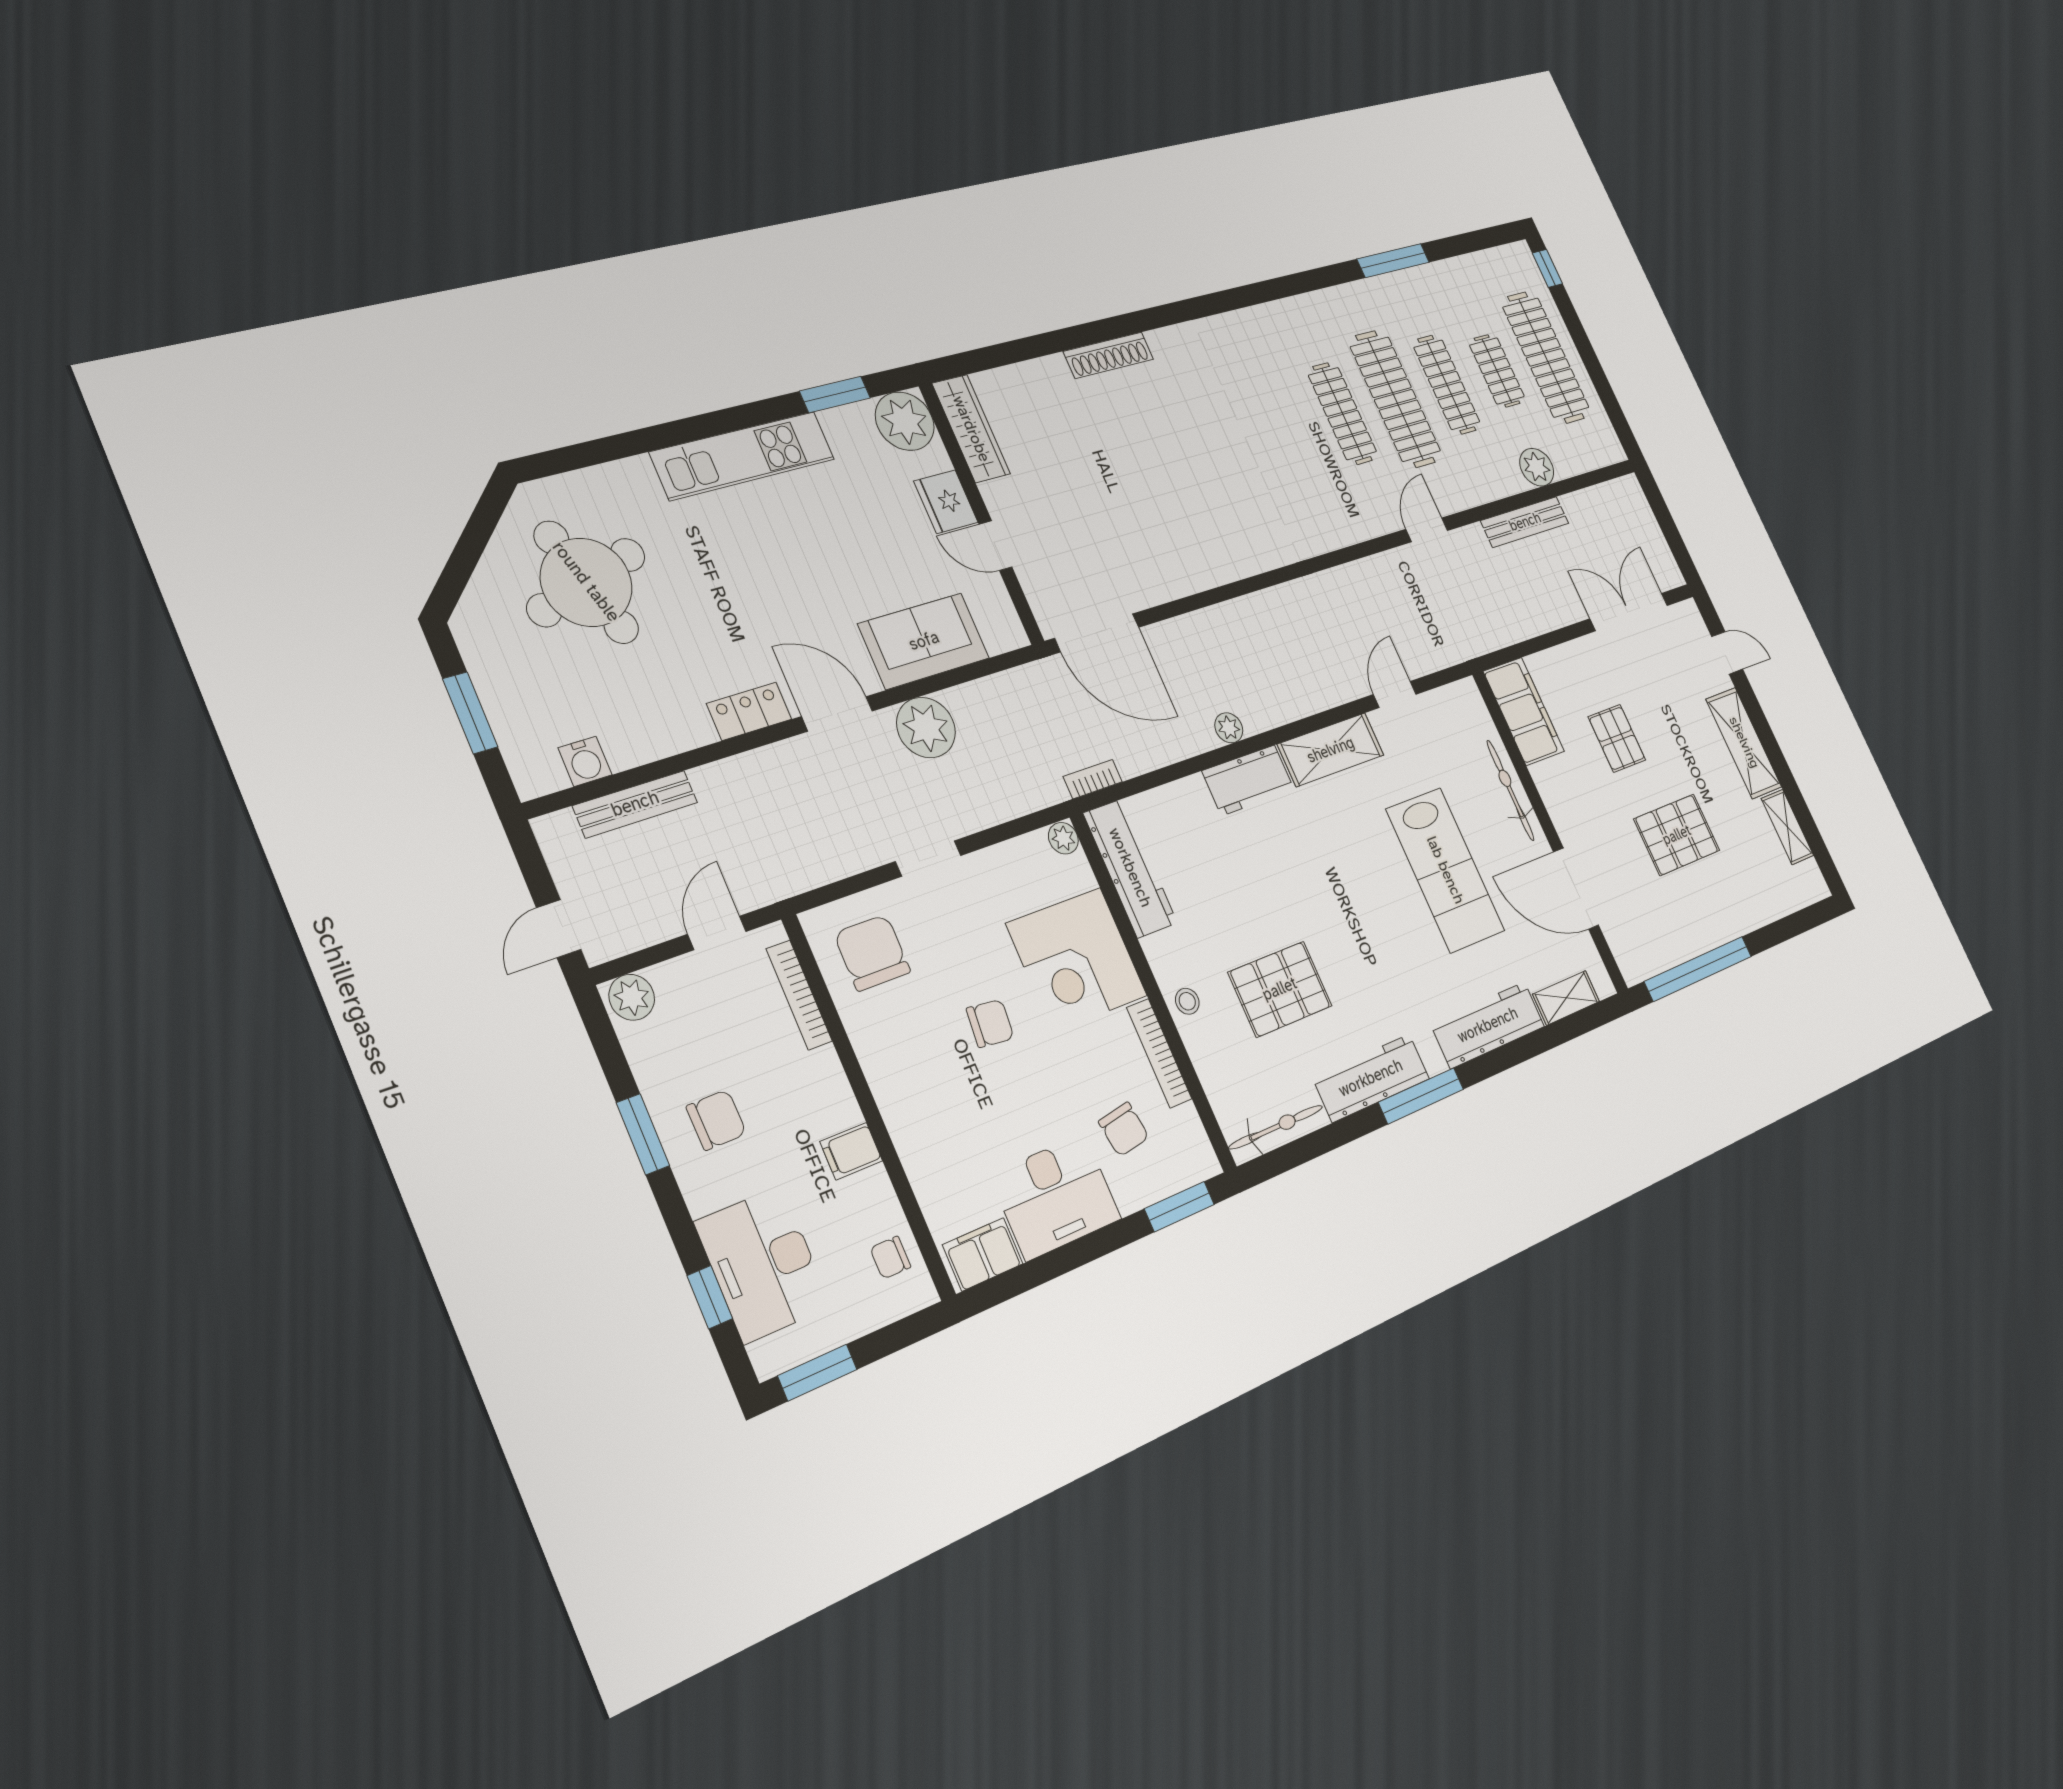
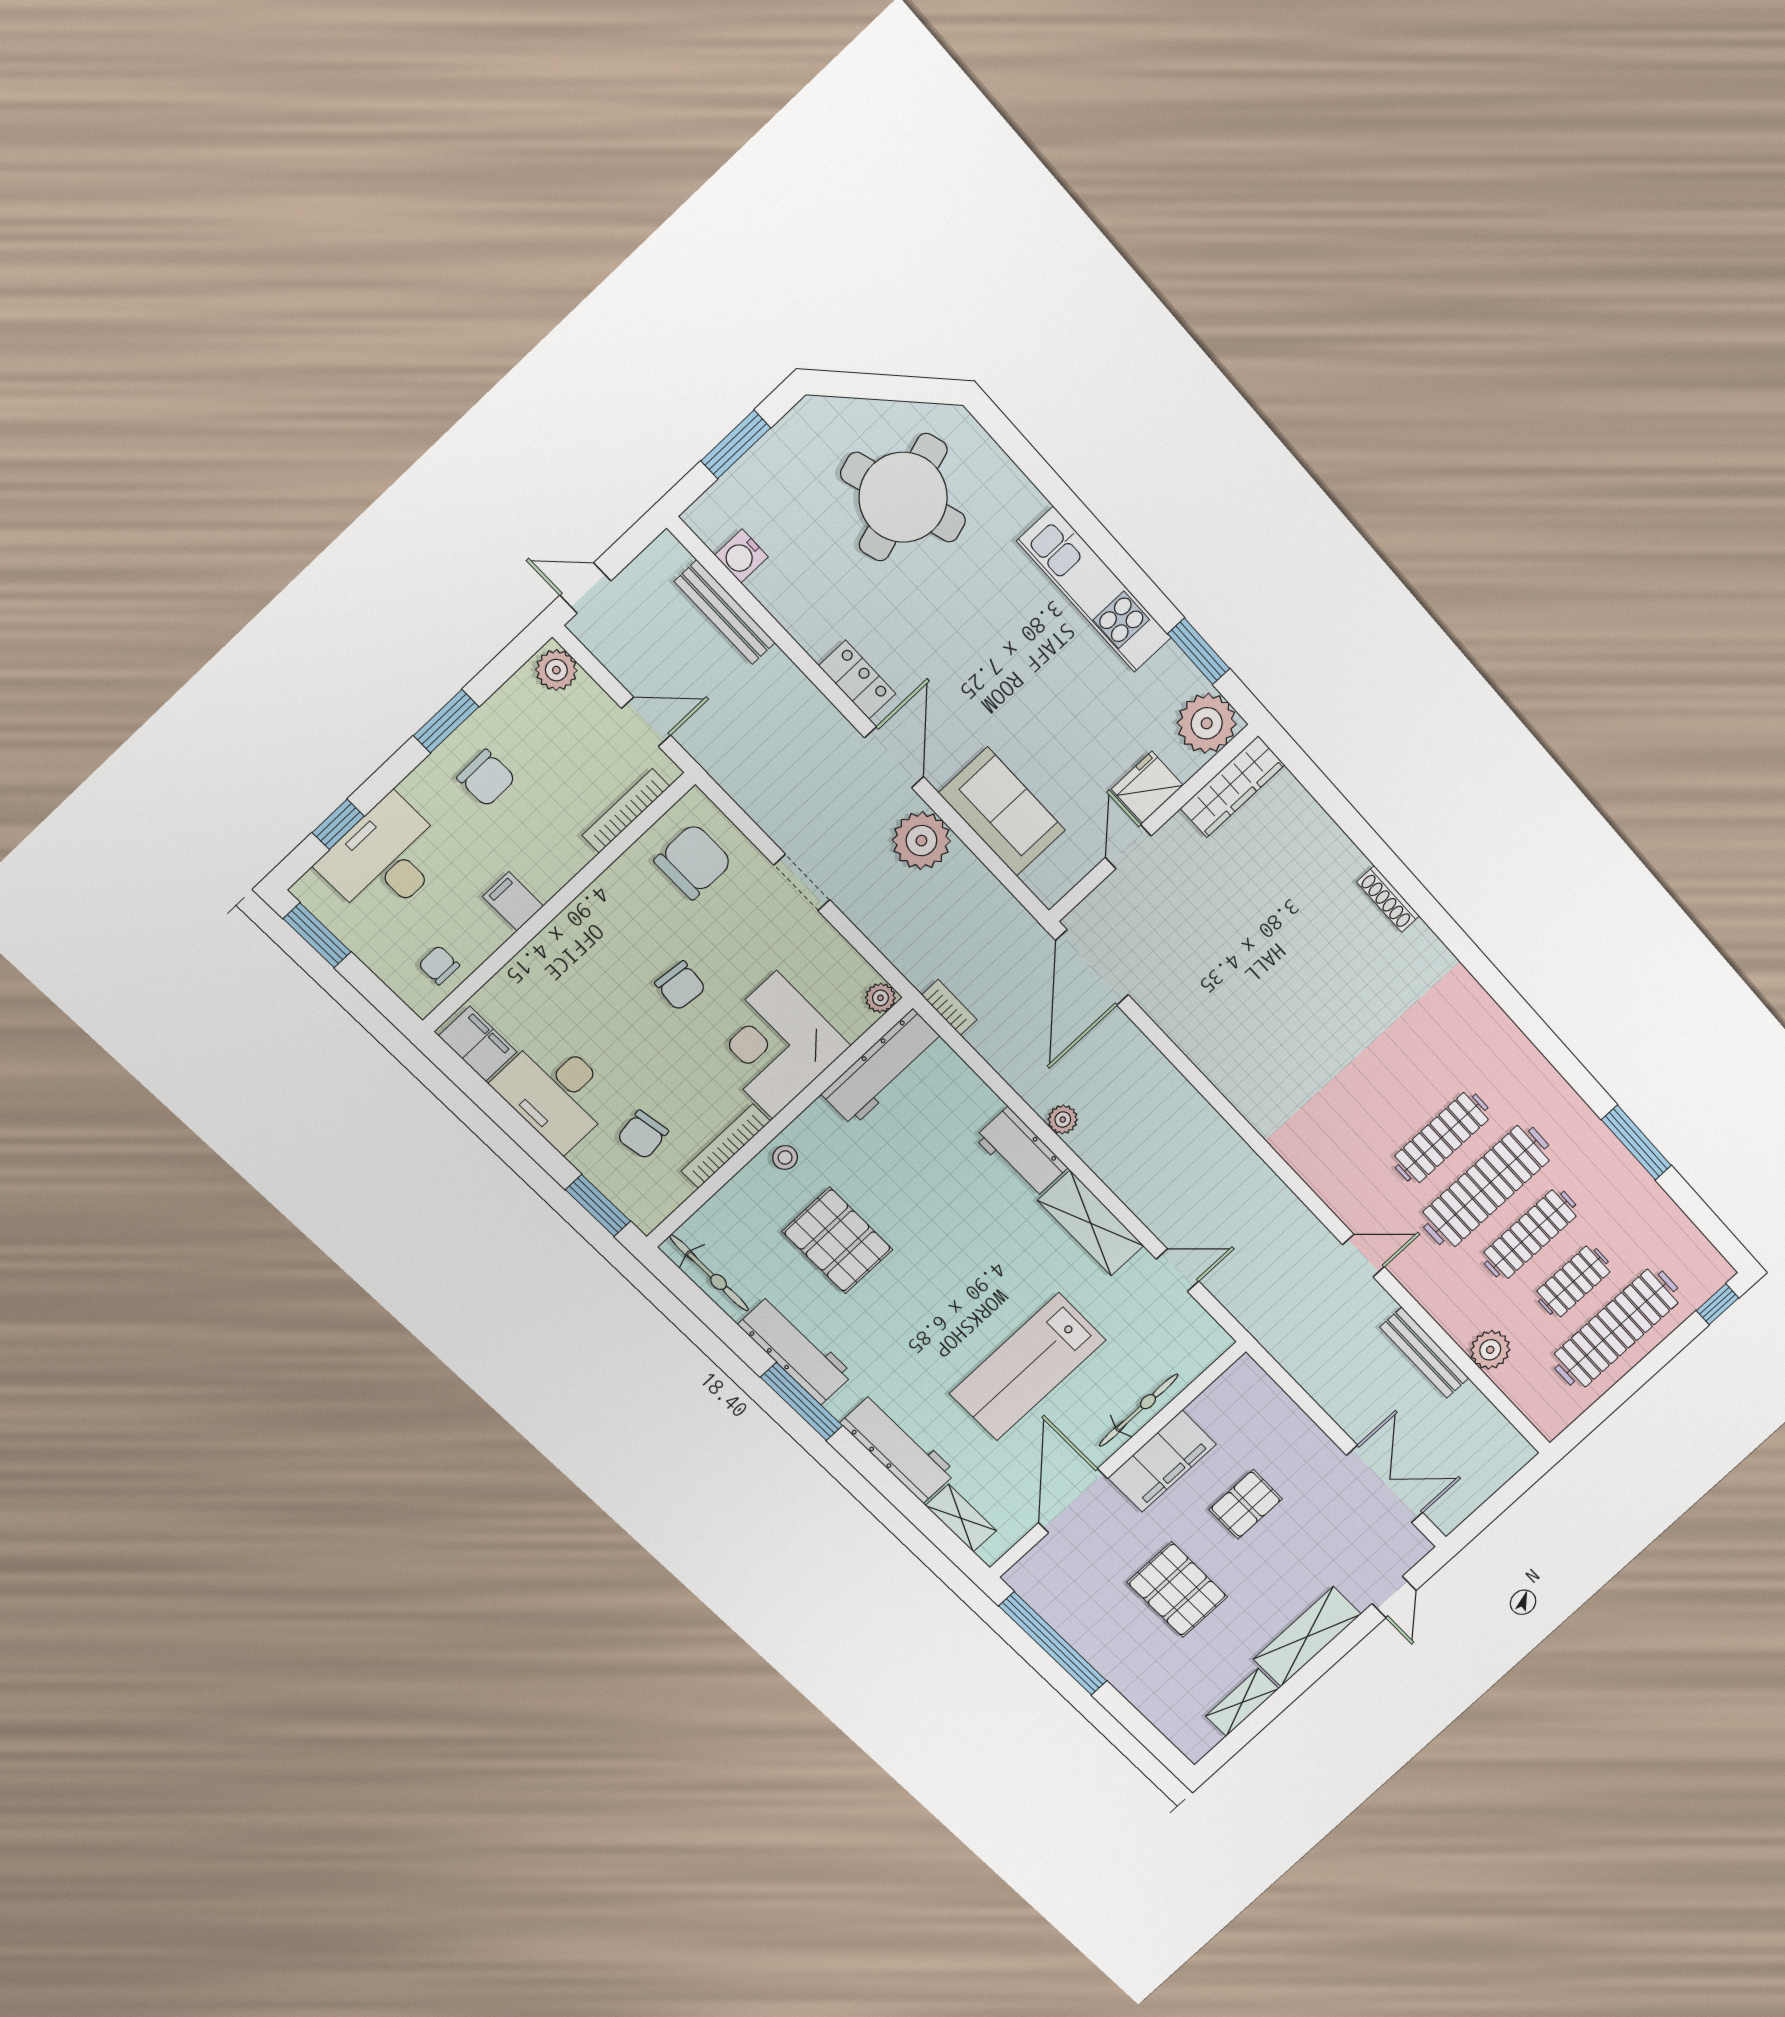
shoe rack: (1108, 355) -> (1388, 899), width x0.74, depth x0.81
filing cabinet: (1524, 711) -> (1162, 1461), moved

